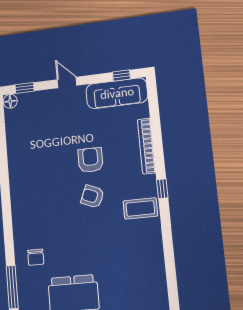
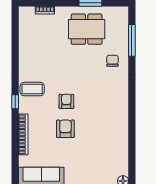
armchair: (90, 160) -> (65, 129), turned 180
armchair: (92, 197) -> (66, 101), turned -113

